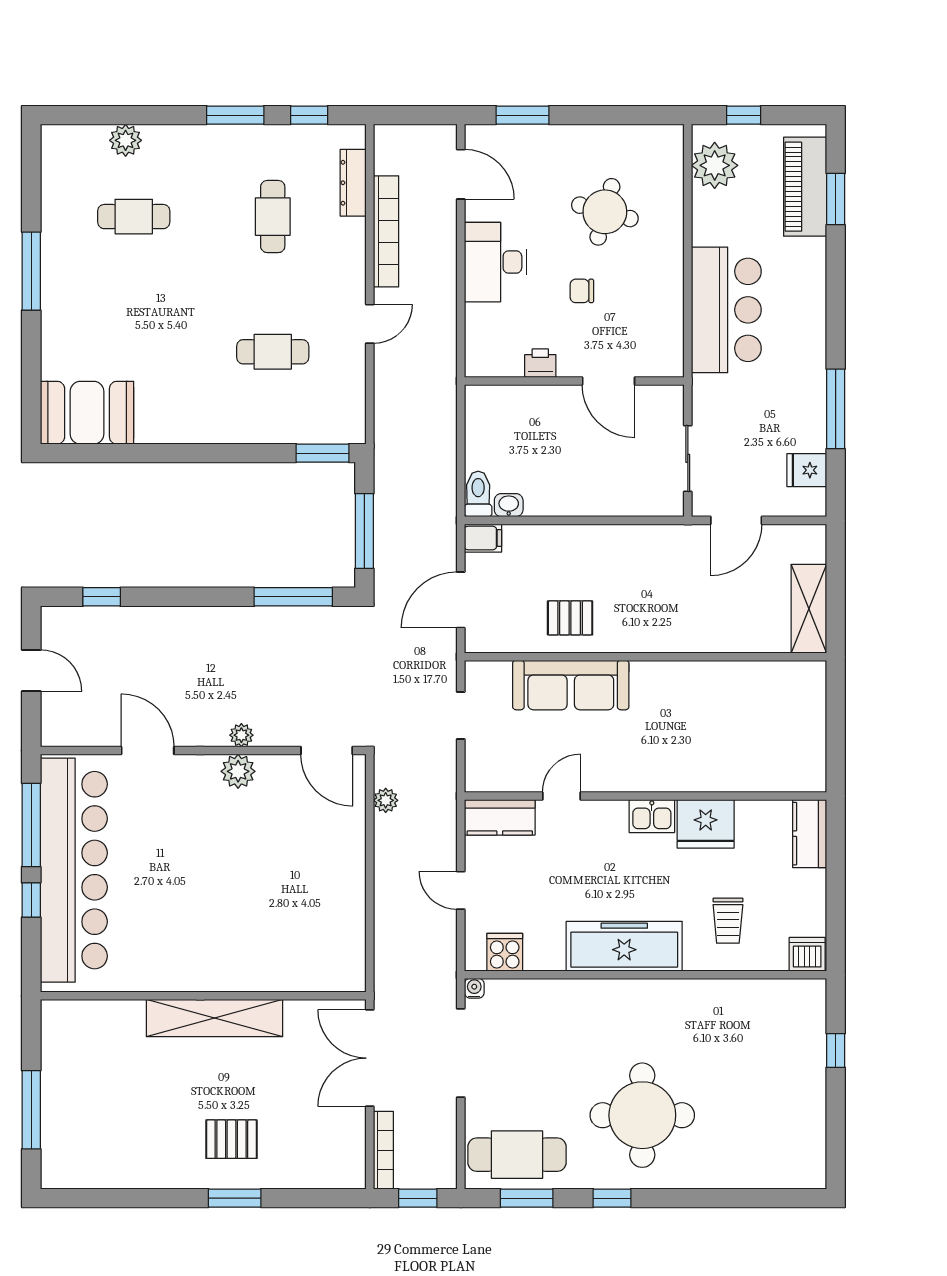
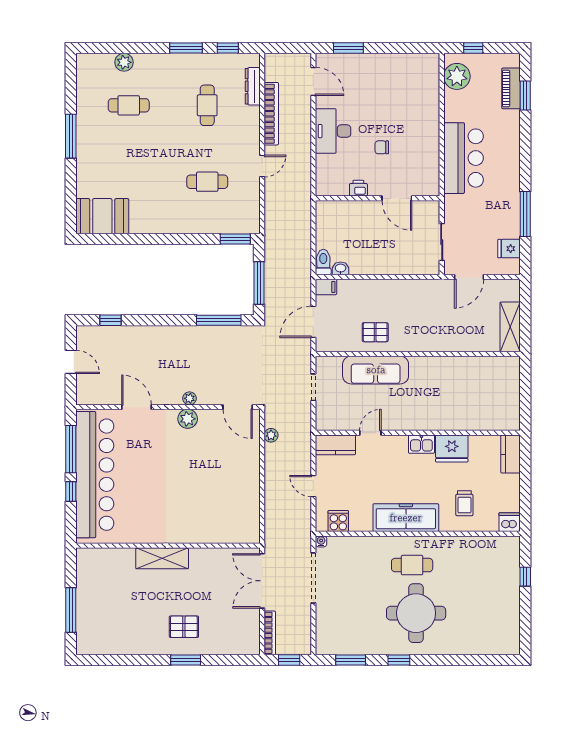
piano: (805, 187) -> (511, 88), width x0.73, depth x0.75
round table: (605, 212) -> (395, 103), removed
shelving: (215, 1018) -> (162, 558), width x0.68
cafe table: (517, 1155) -> (412, 565), moved, width x0.73, depth x0.74

